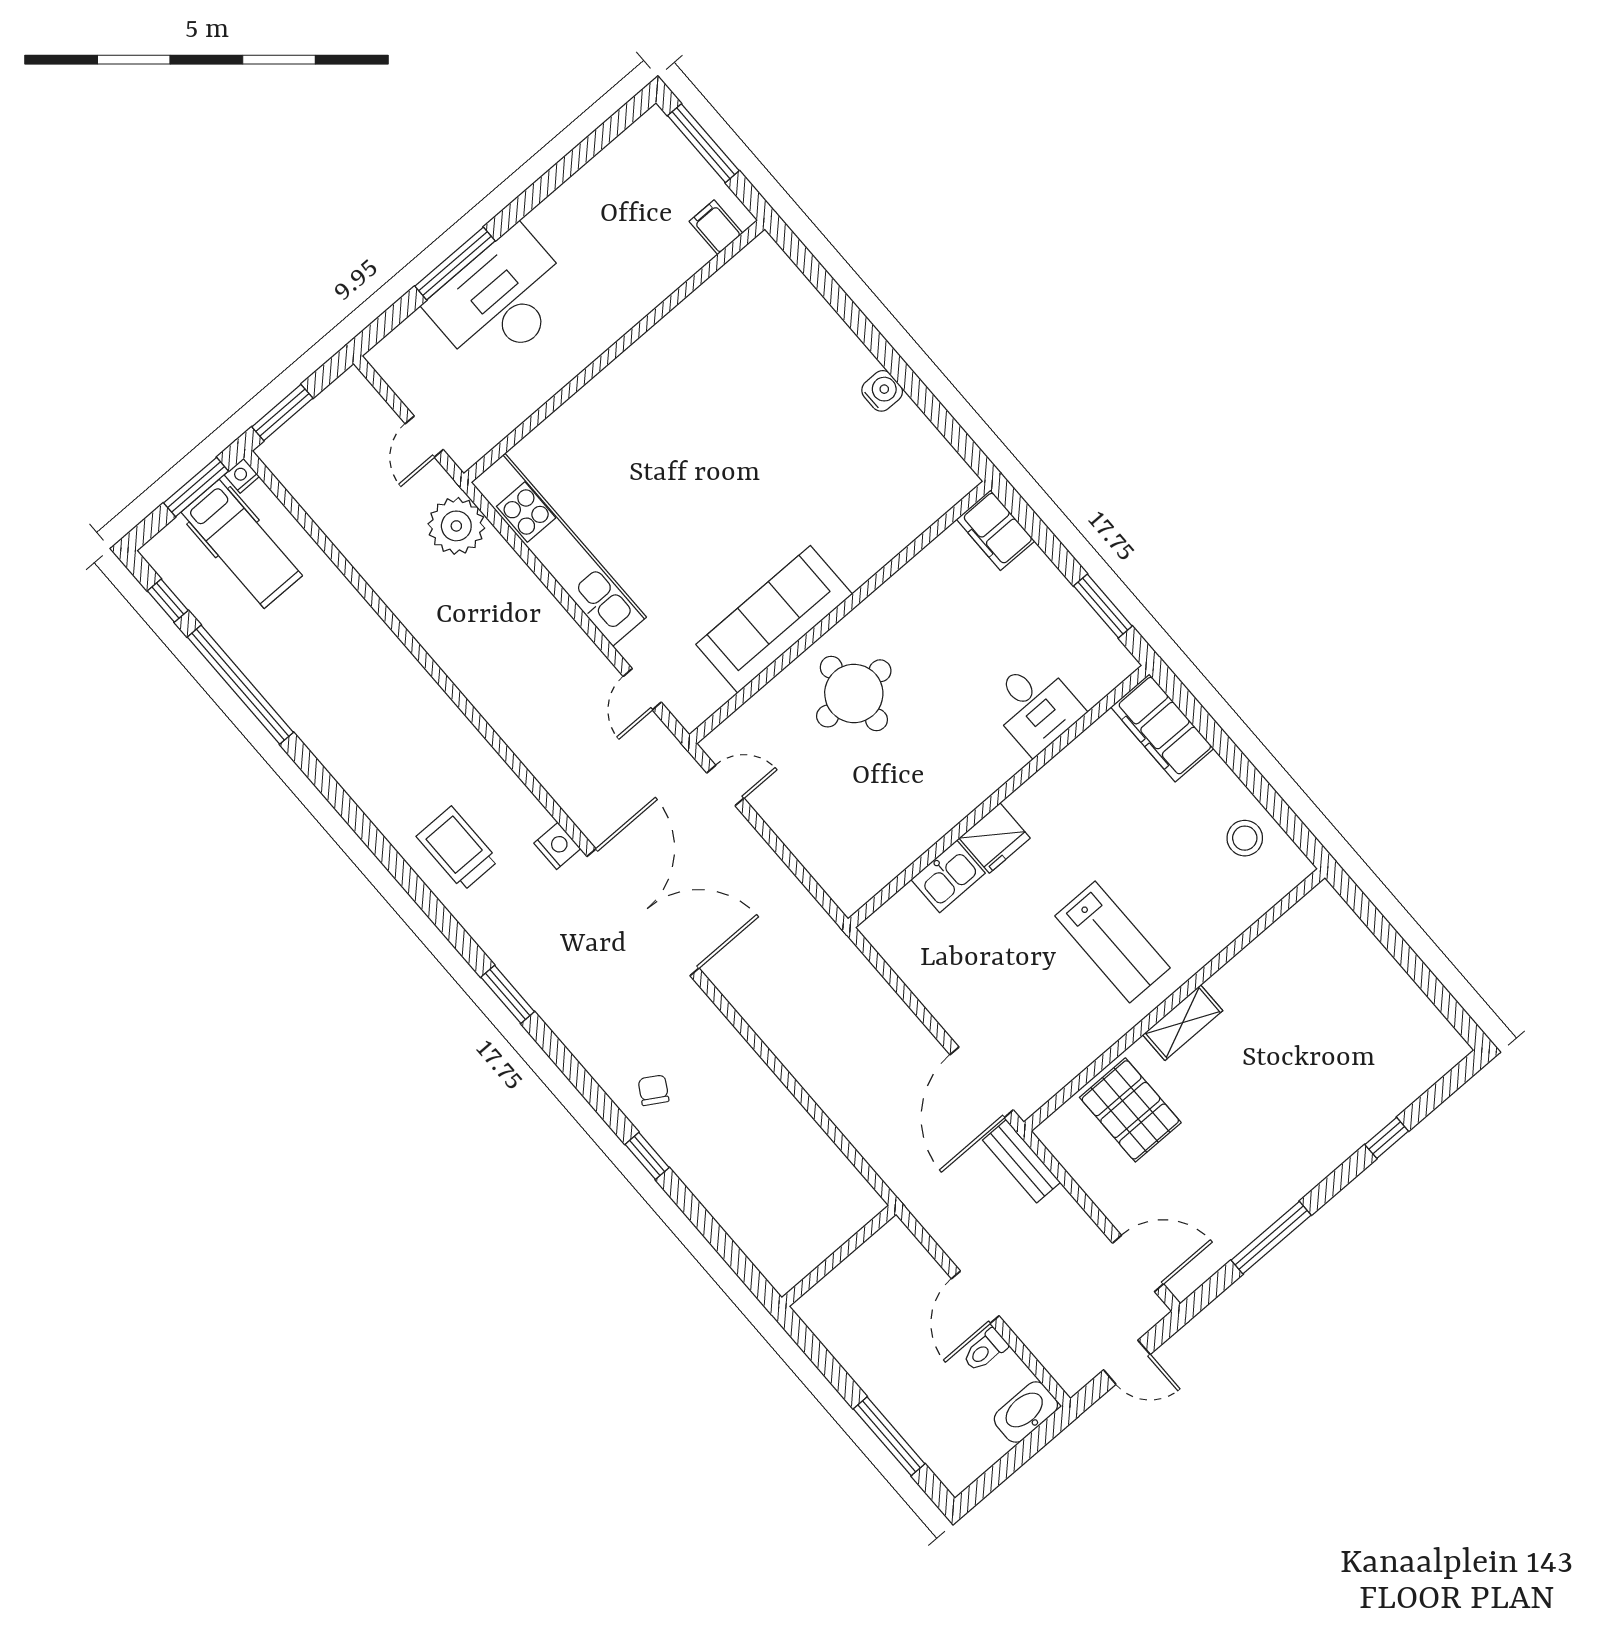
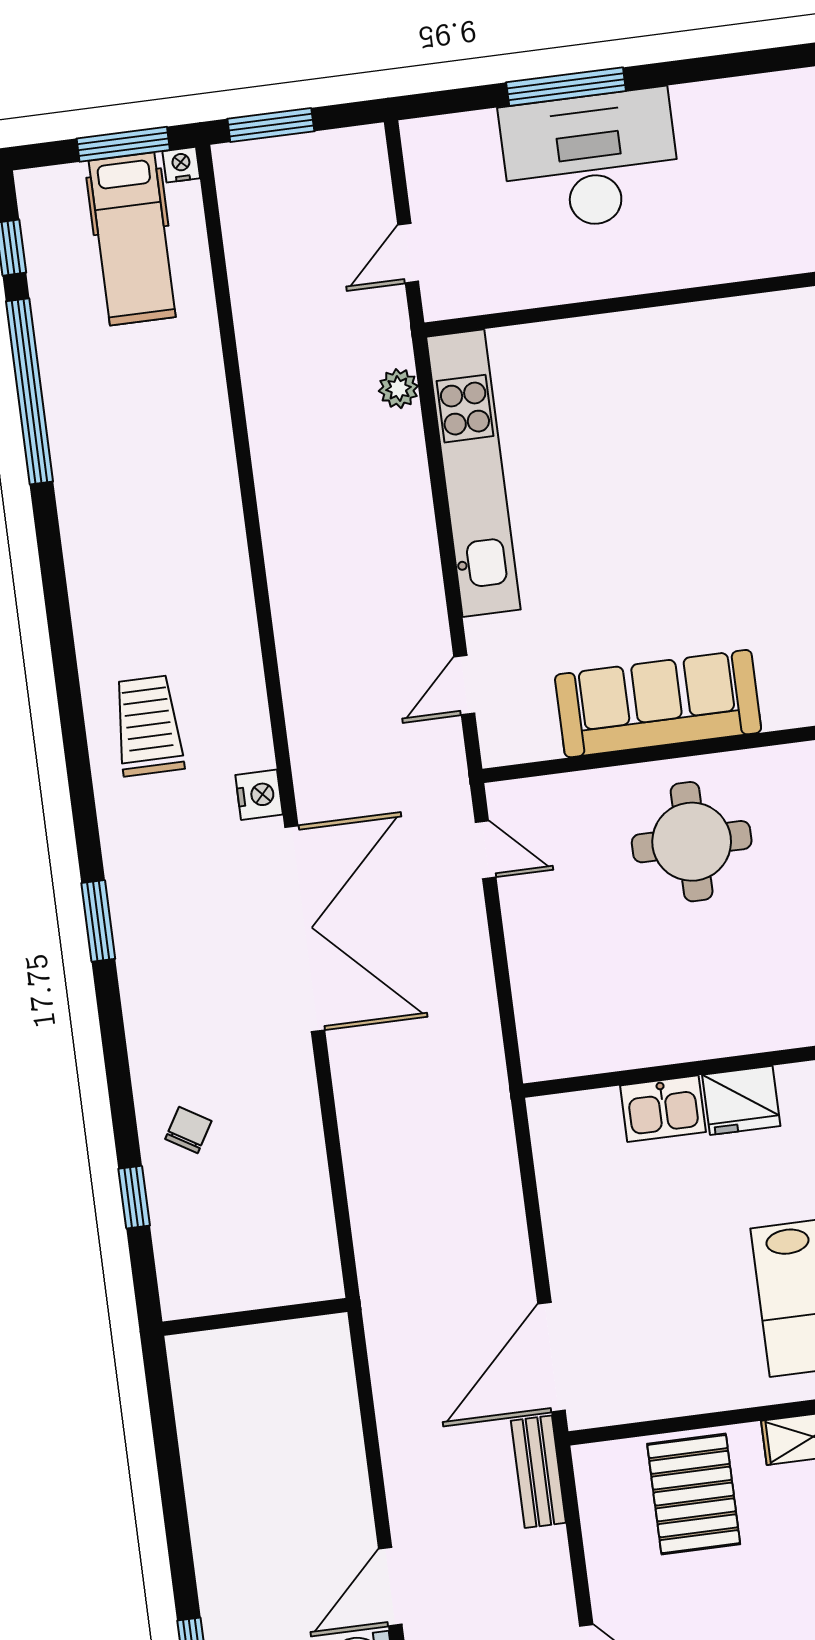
plant: (456, 526) -> (398, 389), width x0.53, depth x0.53
wall: (839, 1256) -> (255, 1317), moved

